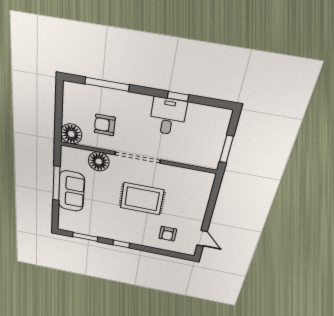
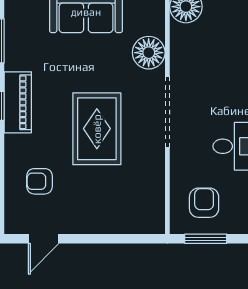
armchair: (105, 125) -> (204, 203), moved
piano: (120, 235) -> (18, 102), added

